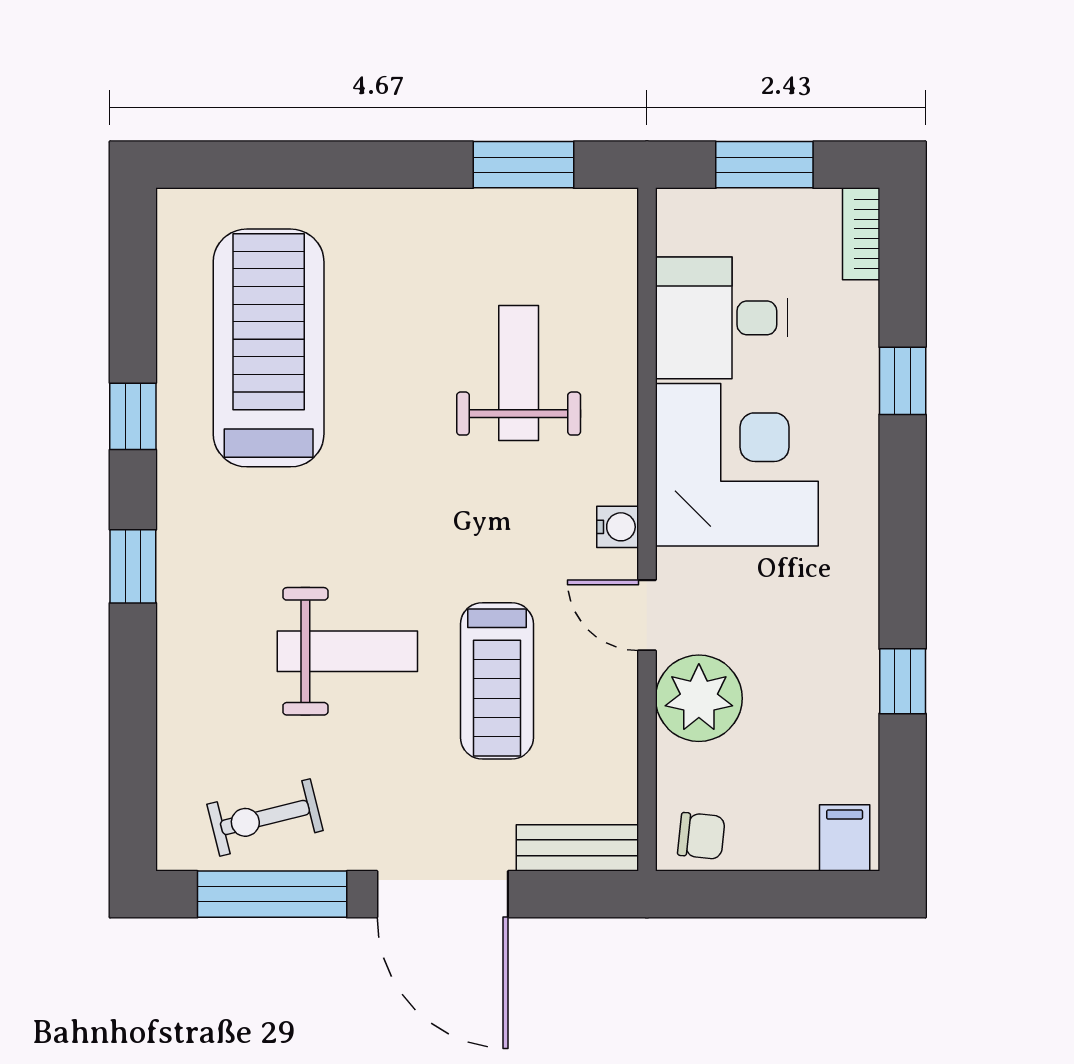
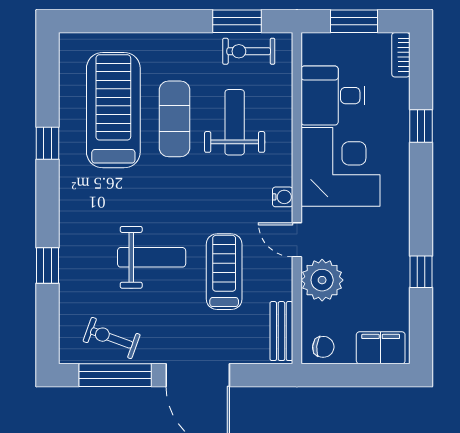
exercise bike: (548, 227) -> (249, 51), added
exercise mat: (395, 366) -> (175, 119), added
window: (133, 566) -> (48, 265), moved
treadmill: (497, 681) -> (224, 272), turned 180
exercise bike: (265, 817) -> (112, 338), turned 34
filing cabinet: (845, 838) -> (381, 348), width x2.00
bench: (577, 848) -> (281, 331), moved, turned 90

